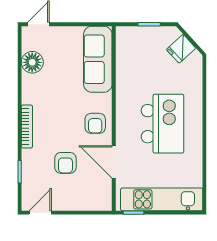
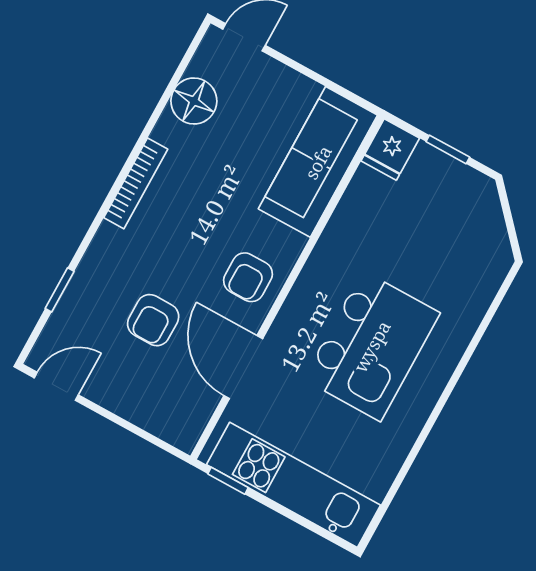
fridge: (181, 49) -> (390, 149), moved, turned -48
bookcase: (27, 126) -> (136, 183), moved

